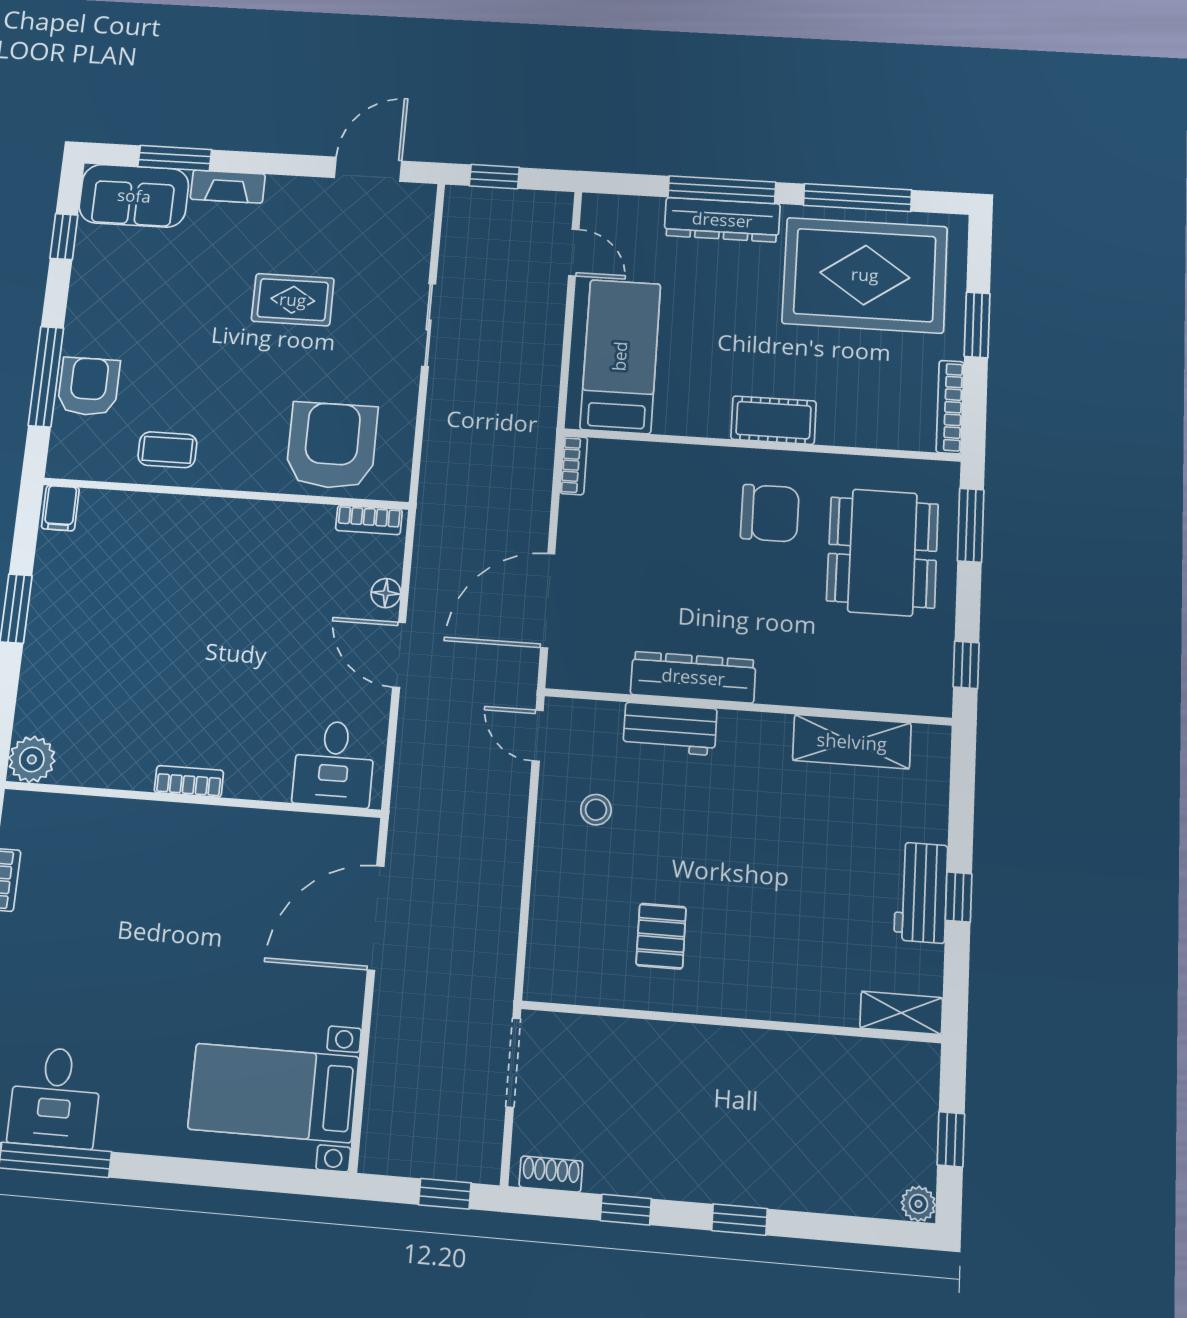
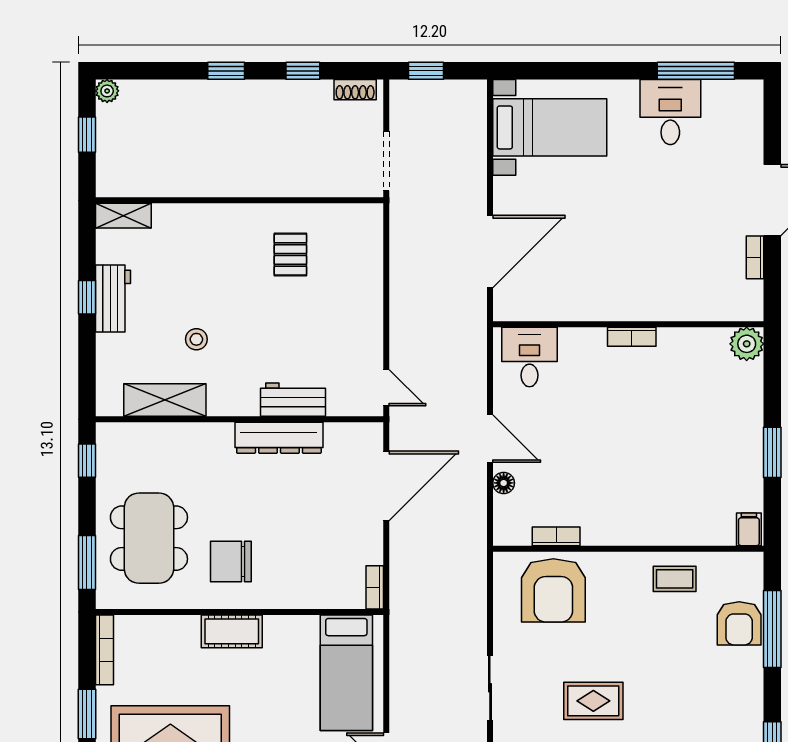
bookcase: (369, 520) -> (556, 536), moved
stool: (596, 810) -> (196, 339), moved
desk: (55, 1097) -> (670, 112), moved

